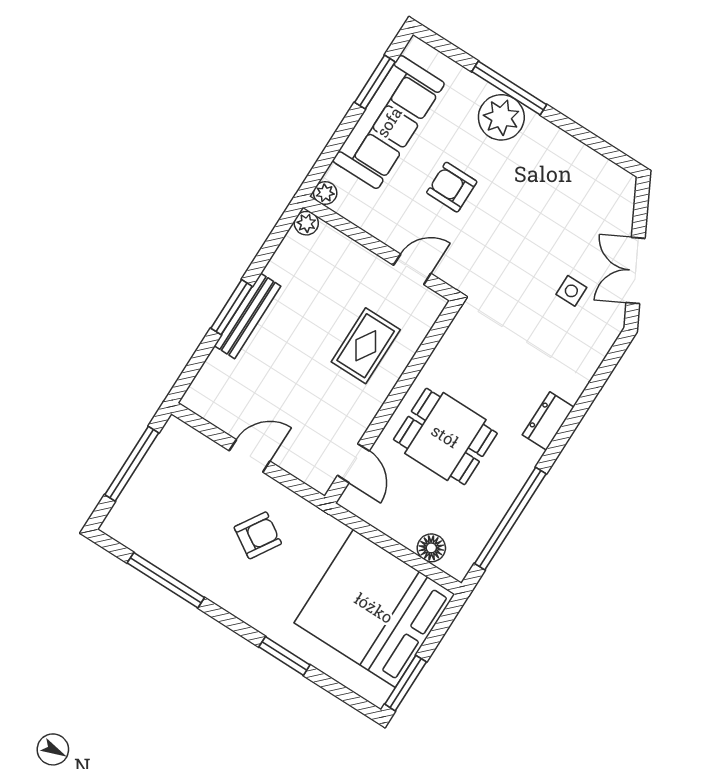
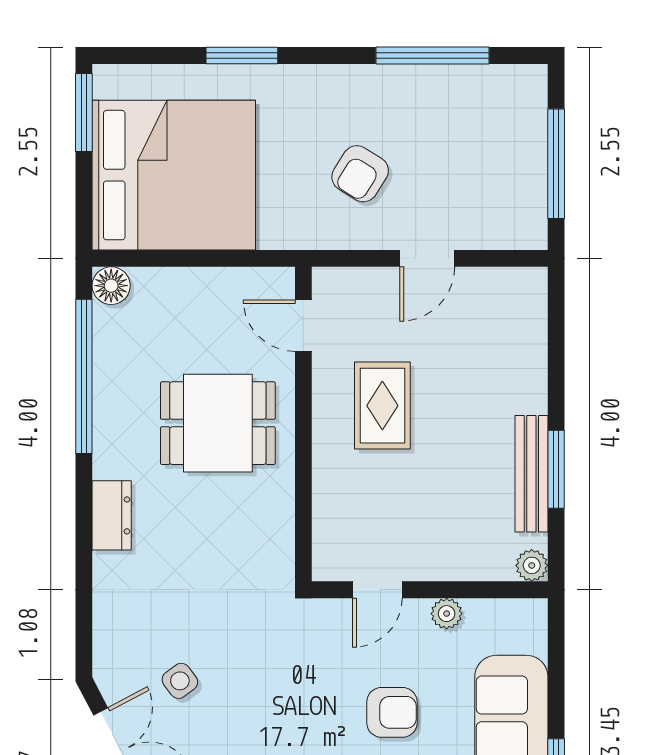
plant: (325, 193) -> (447, 614), moved
side table: (571, 291) -> (180, 681), turned -37
window: (231, 307) -> (556, 469), moved
bench: (248, 316) -> (531, 474), moved
rug: (366, 346) -> (382, 406), moved
floor lamp: (431, 548) -> (111, 286), moved

